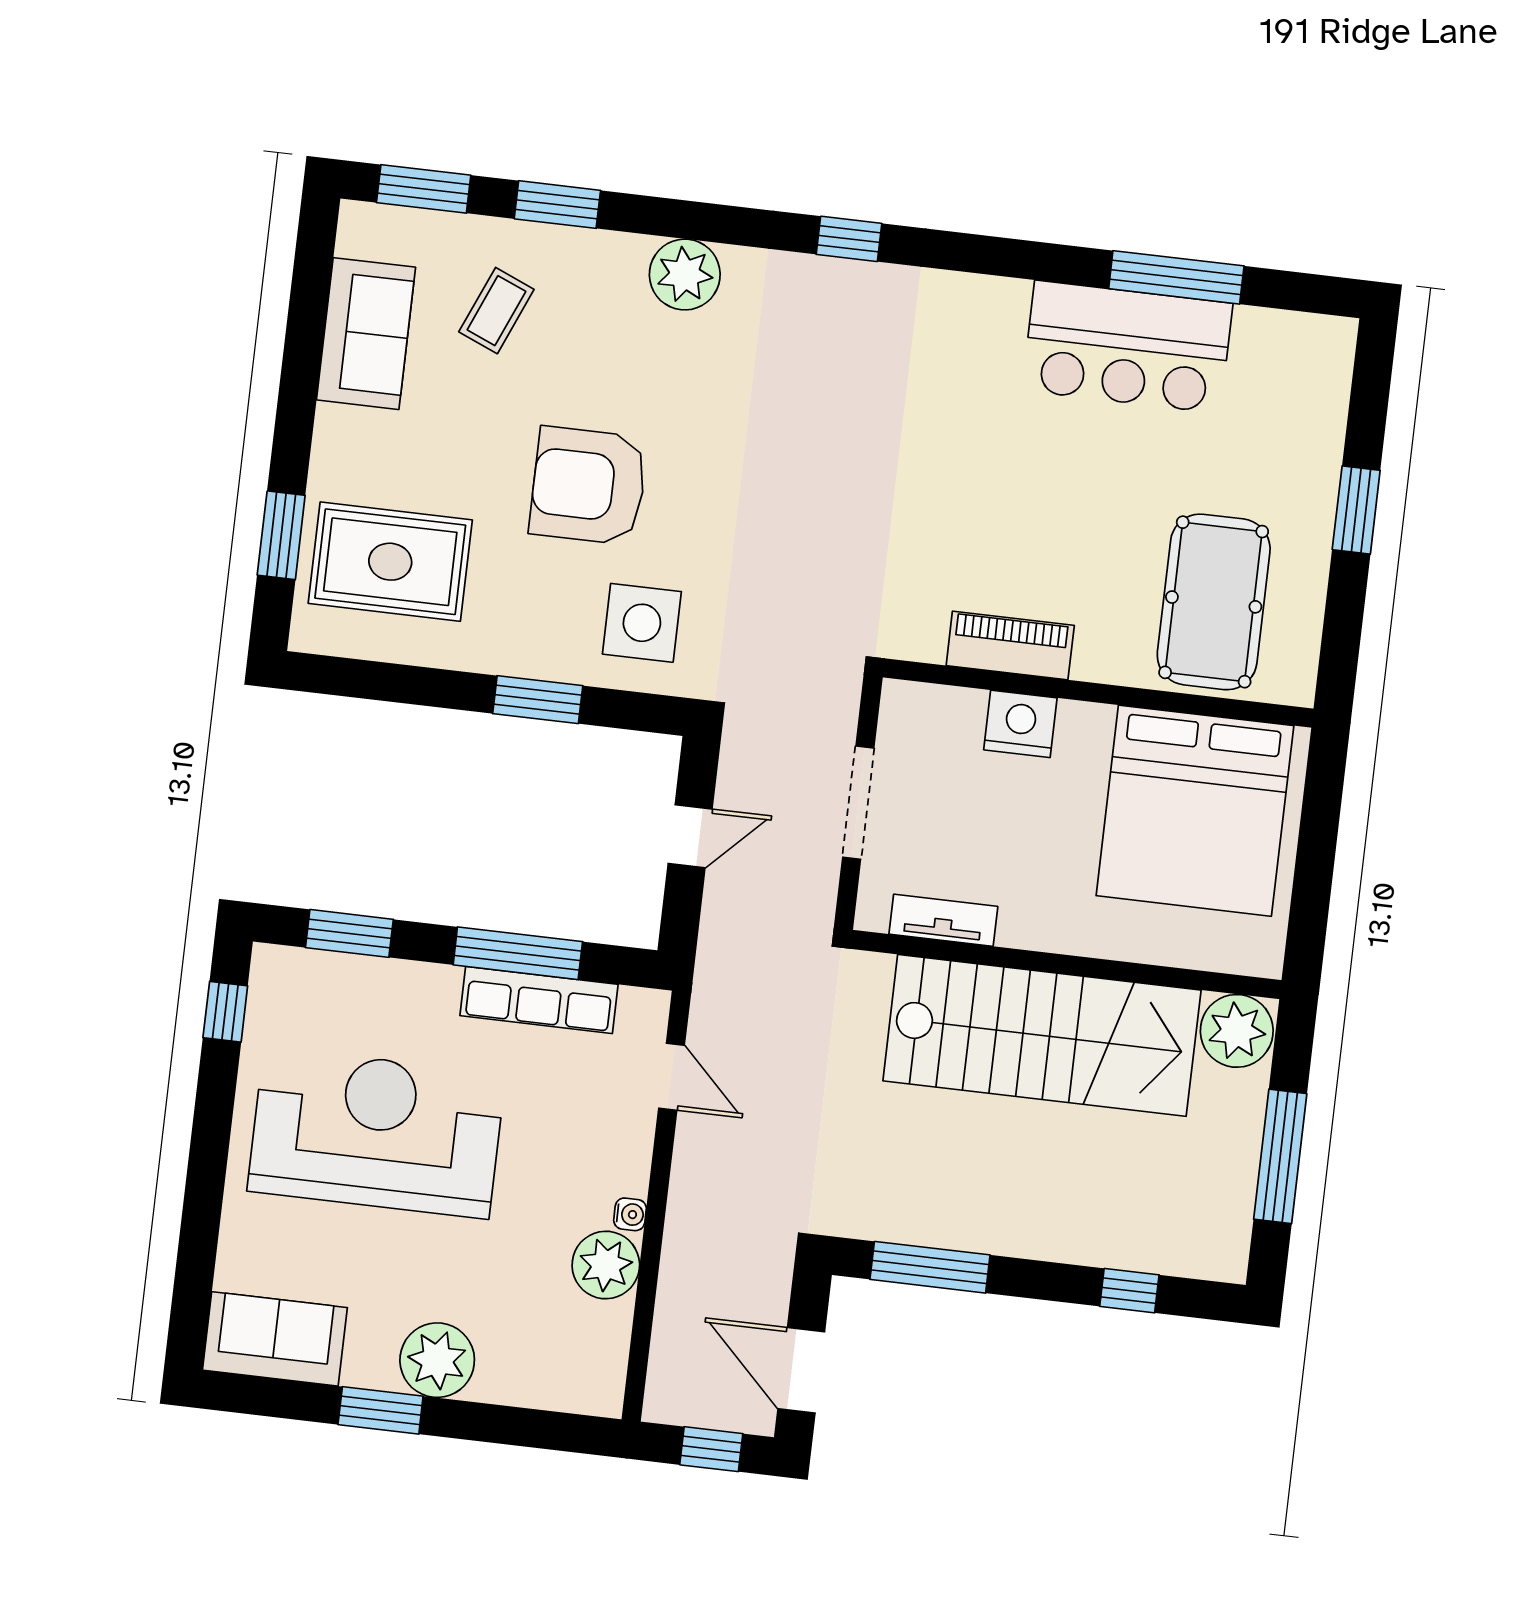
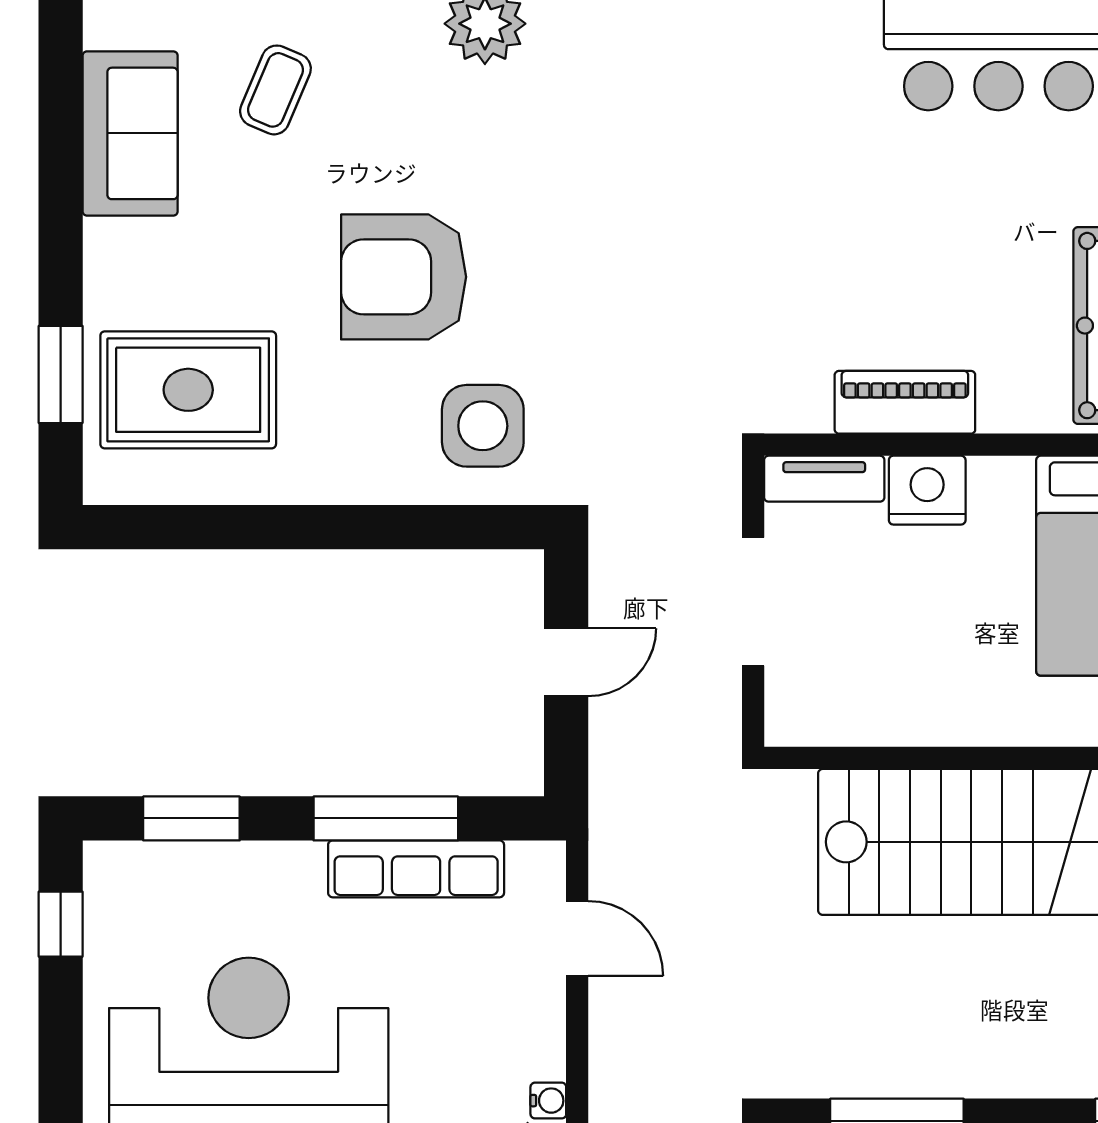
window: (538, 700) -> (374, 527), removed
tv unit: (943, 920) -> (824, 479), moved, turned 180

